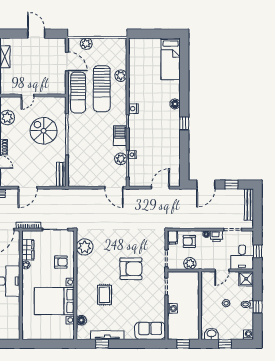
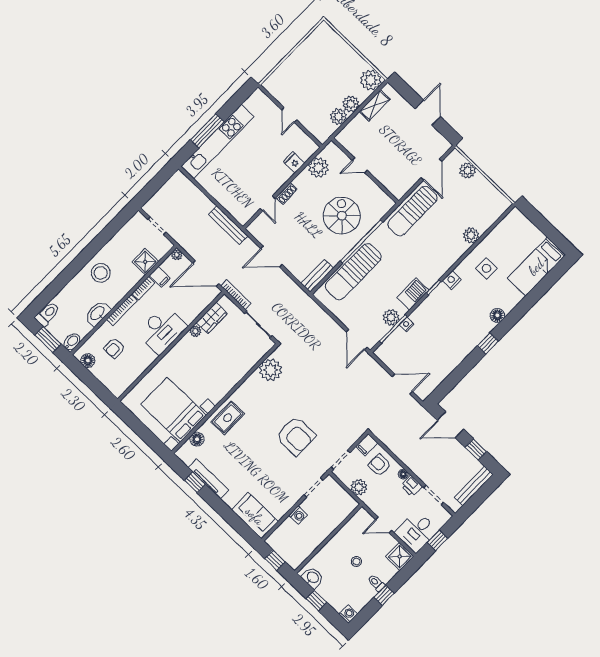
side table: (146, 85) -> (486, 268), added
sun lounger: (102, 89) -> (353, 272), moved
armchair: (61, 262) -> (233, 362), removed
rug: (105, 295) -> (228, 418), moved
bed with nightstands: (54, 301) -> (174, 410), moved

